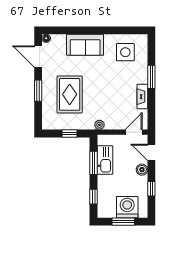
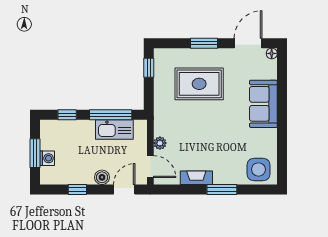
side table: (125, 52) -> (258, 169), moved
plant: (99, 125) -> (160, 143), moved
window: (70, 133) -> (149, 68), moved
window: (94, 163) -> (111, 115), width x1.44
washing machine: (127, 207) -> (47, 158), width x0.53, depth x0.53

